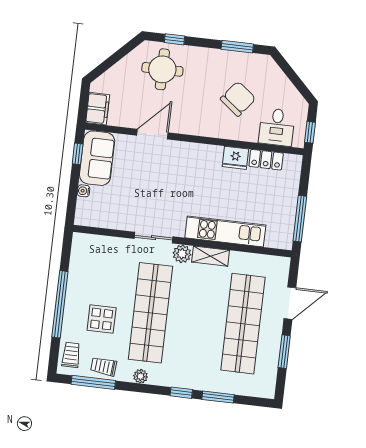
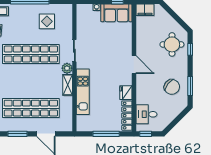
chair: (238, 99) -> (172, 87), moved
door: (152, 134) -> (134, 65), moved
locker: (266, 160) -> (127, 116), width x1.53
window: (300, 219) -> (106, 134), moved
display table: (102, 319) -> (47, 21), moved

